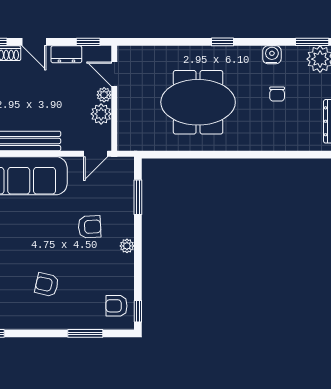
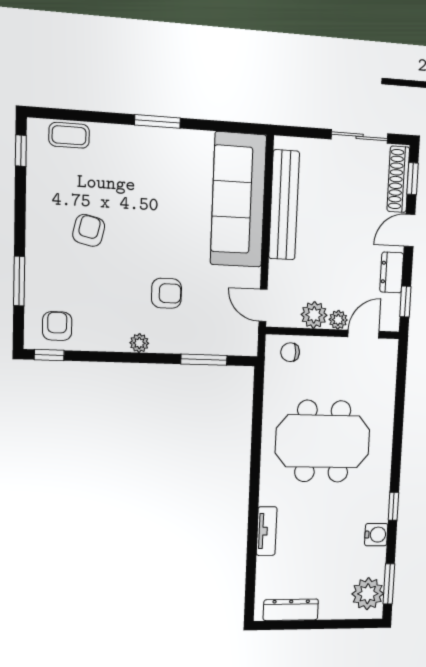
window: (223, 42) -> (393, 506), moved
chair: (277, 94) -> (290, 352), moved
meeting table: (198, 102) -> (323, 441), turned 90
tv unit: (269, 144) -> (267, 531), added
armchair: (90, 227) -> (167, 293), turned -87

